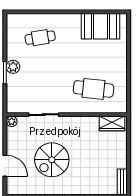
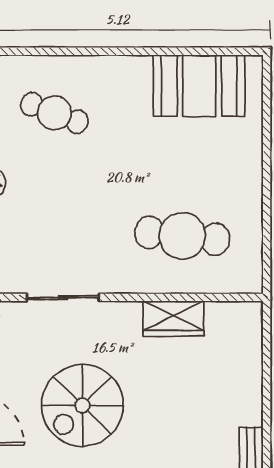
cafe table: (40, 38) -> (54, 113), turned 30
wardrobe: (112, 123) -> (174, 319), moved

